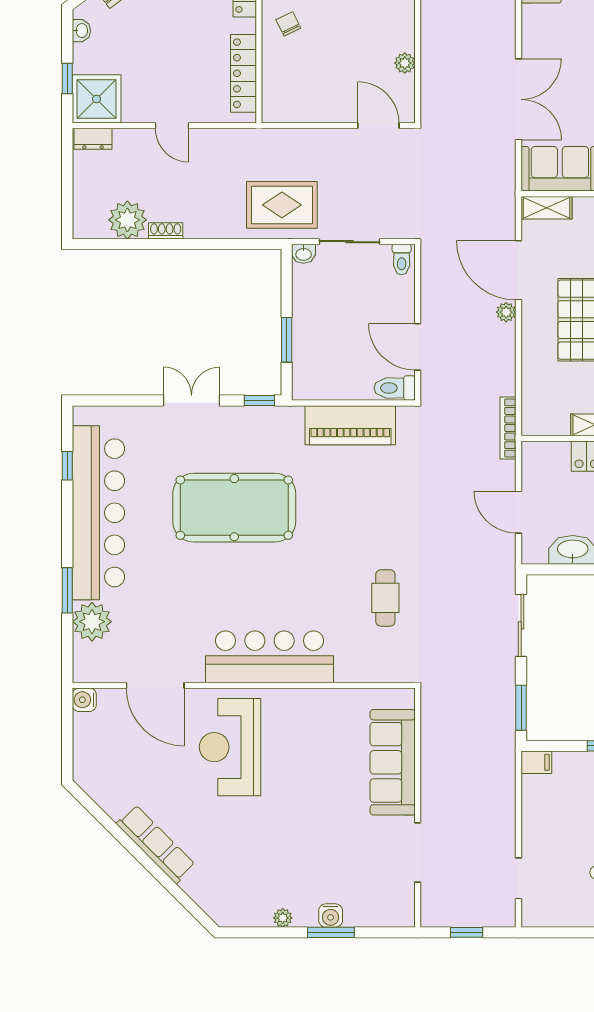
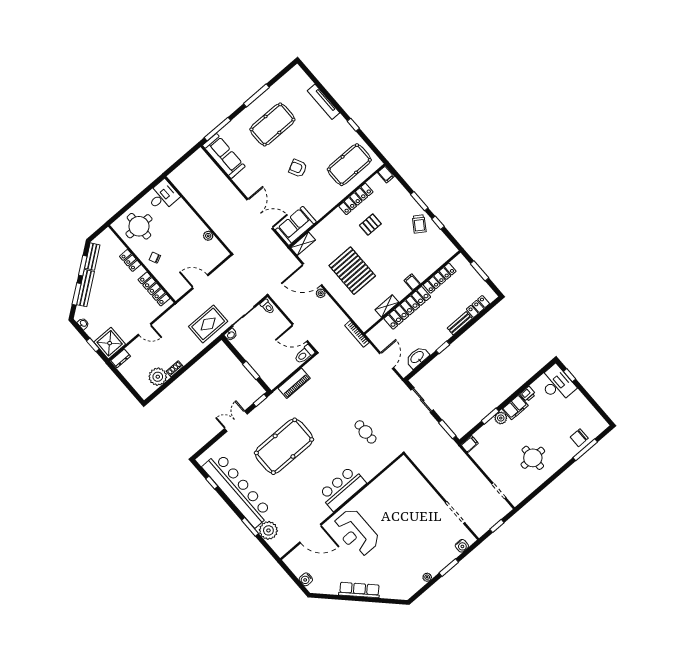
door: (378, 126) -> (200, 282), moved
piano: (350, 425) -> (294, 383), width x0.73, depth x0.75
door: (518, 512) -> (386, 361), swing flipped
bar counter: (269, 657) -> (342, 488), width x0.73
water cooler: (84, 700) -> (306, 579), moved
sofa: (393, 762) -> (418, 488), removed
water cooler: (331, 915) -> (462, 546), moved

